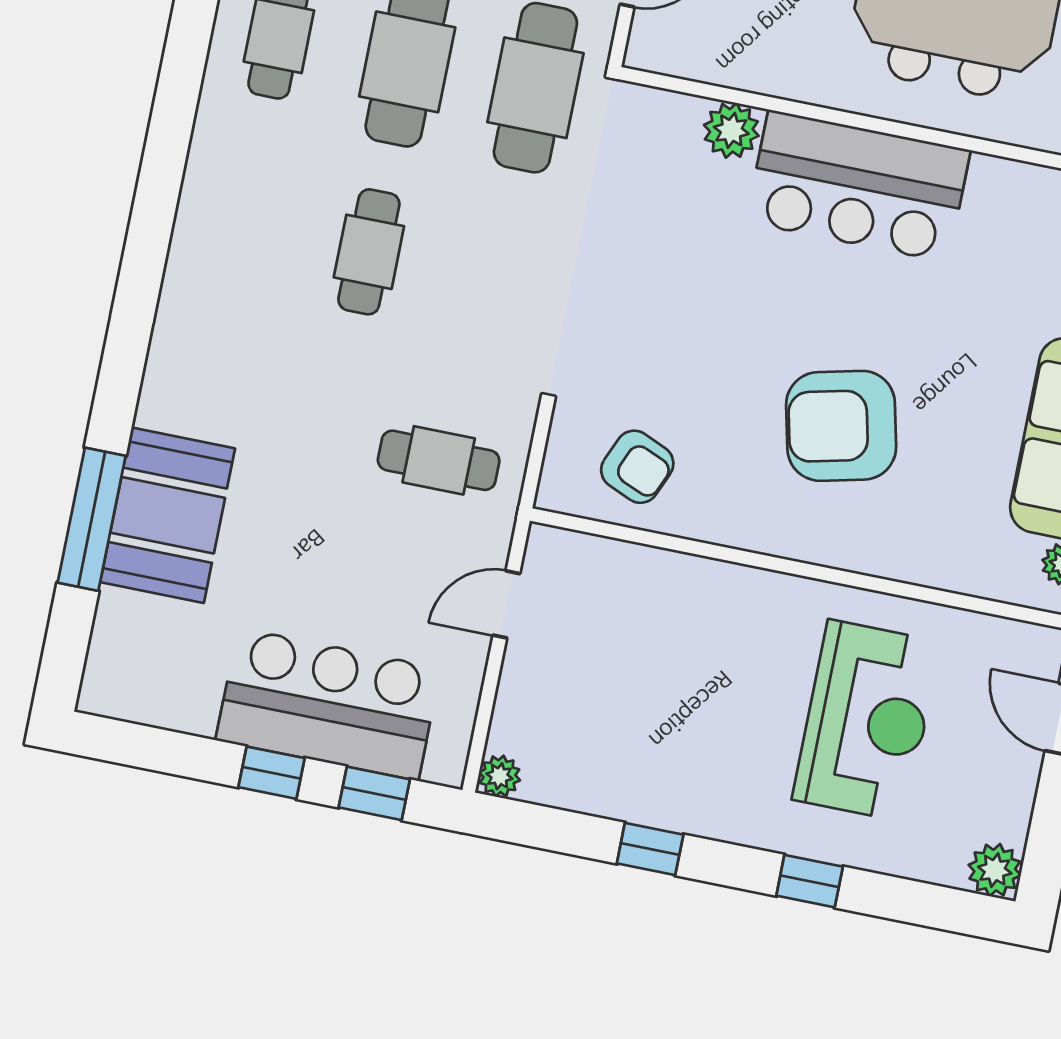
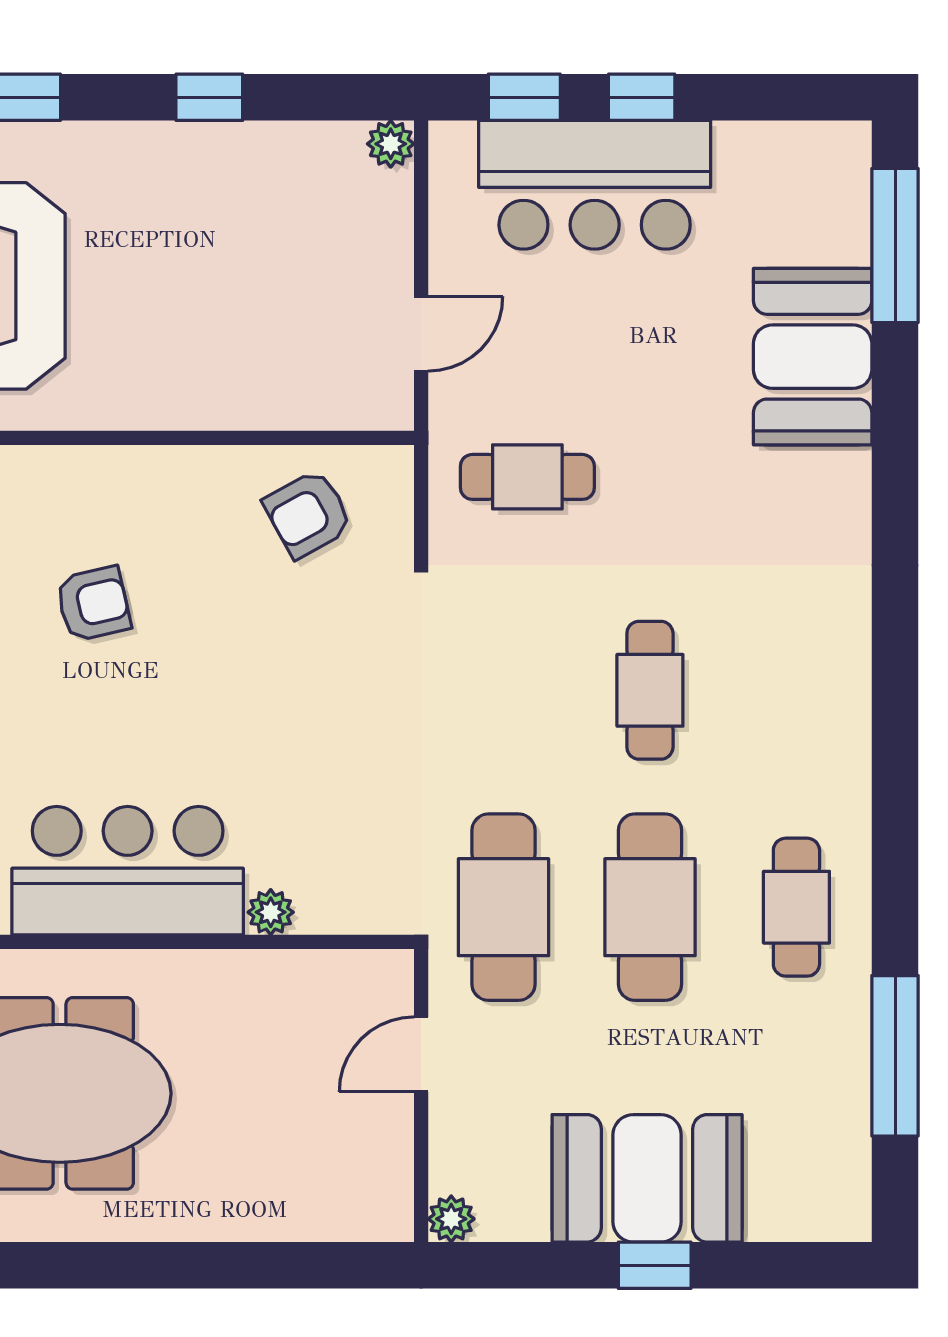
plant: (731, 130) -> (271, 912), width x0.73, depth x0.73
armchair: (841, 426) -> (93, 604), width x0.53, depth x0.53
armchair: (637, 467) -> (308, 514), turned -52
window: (92, 519) -> (895, 245), moved

